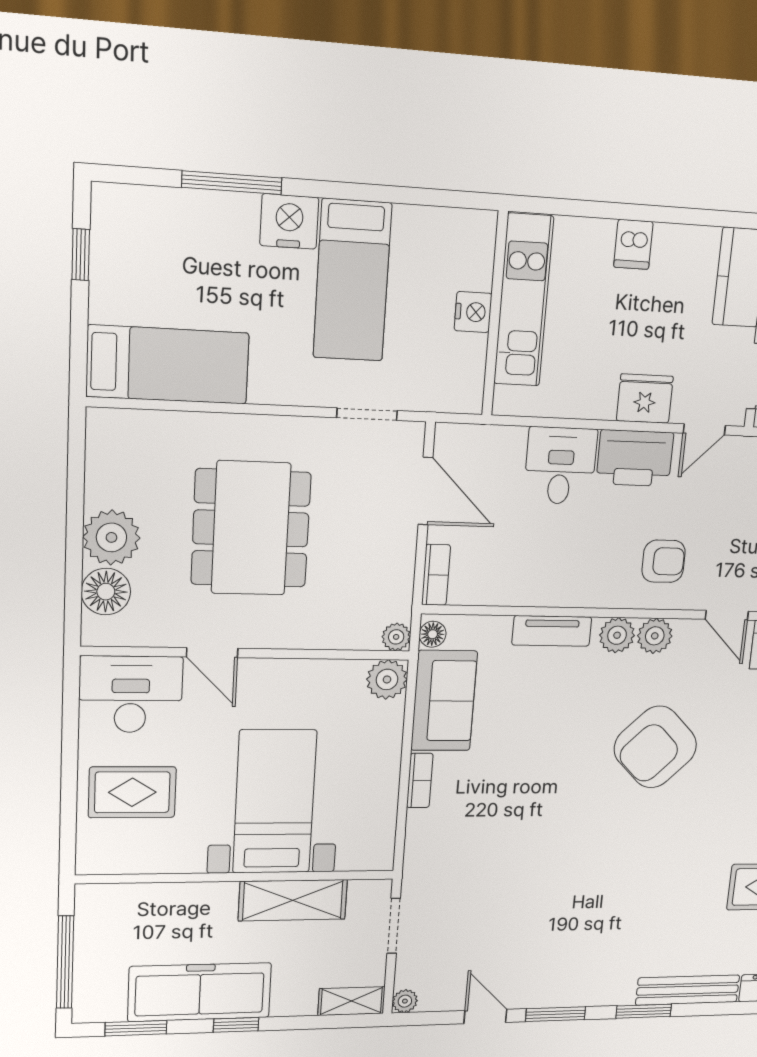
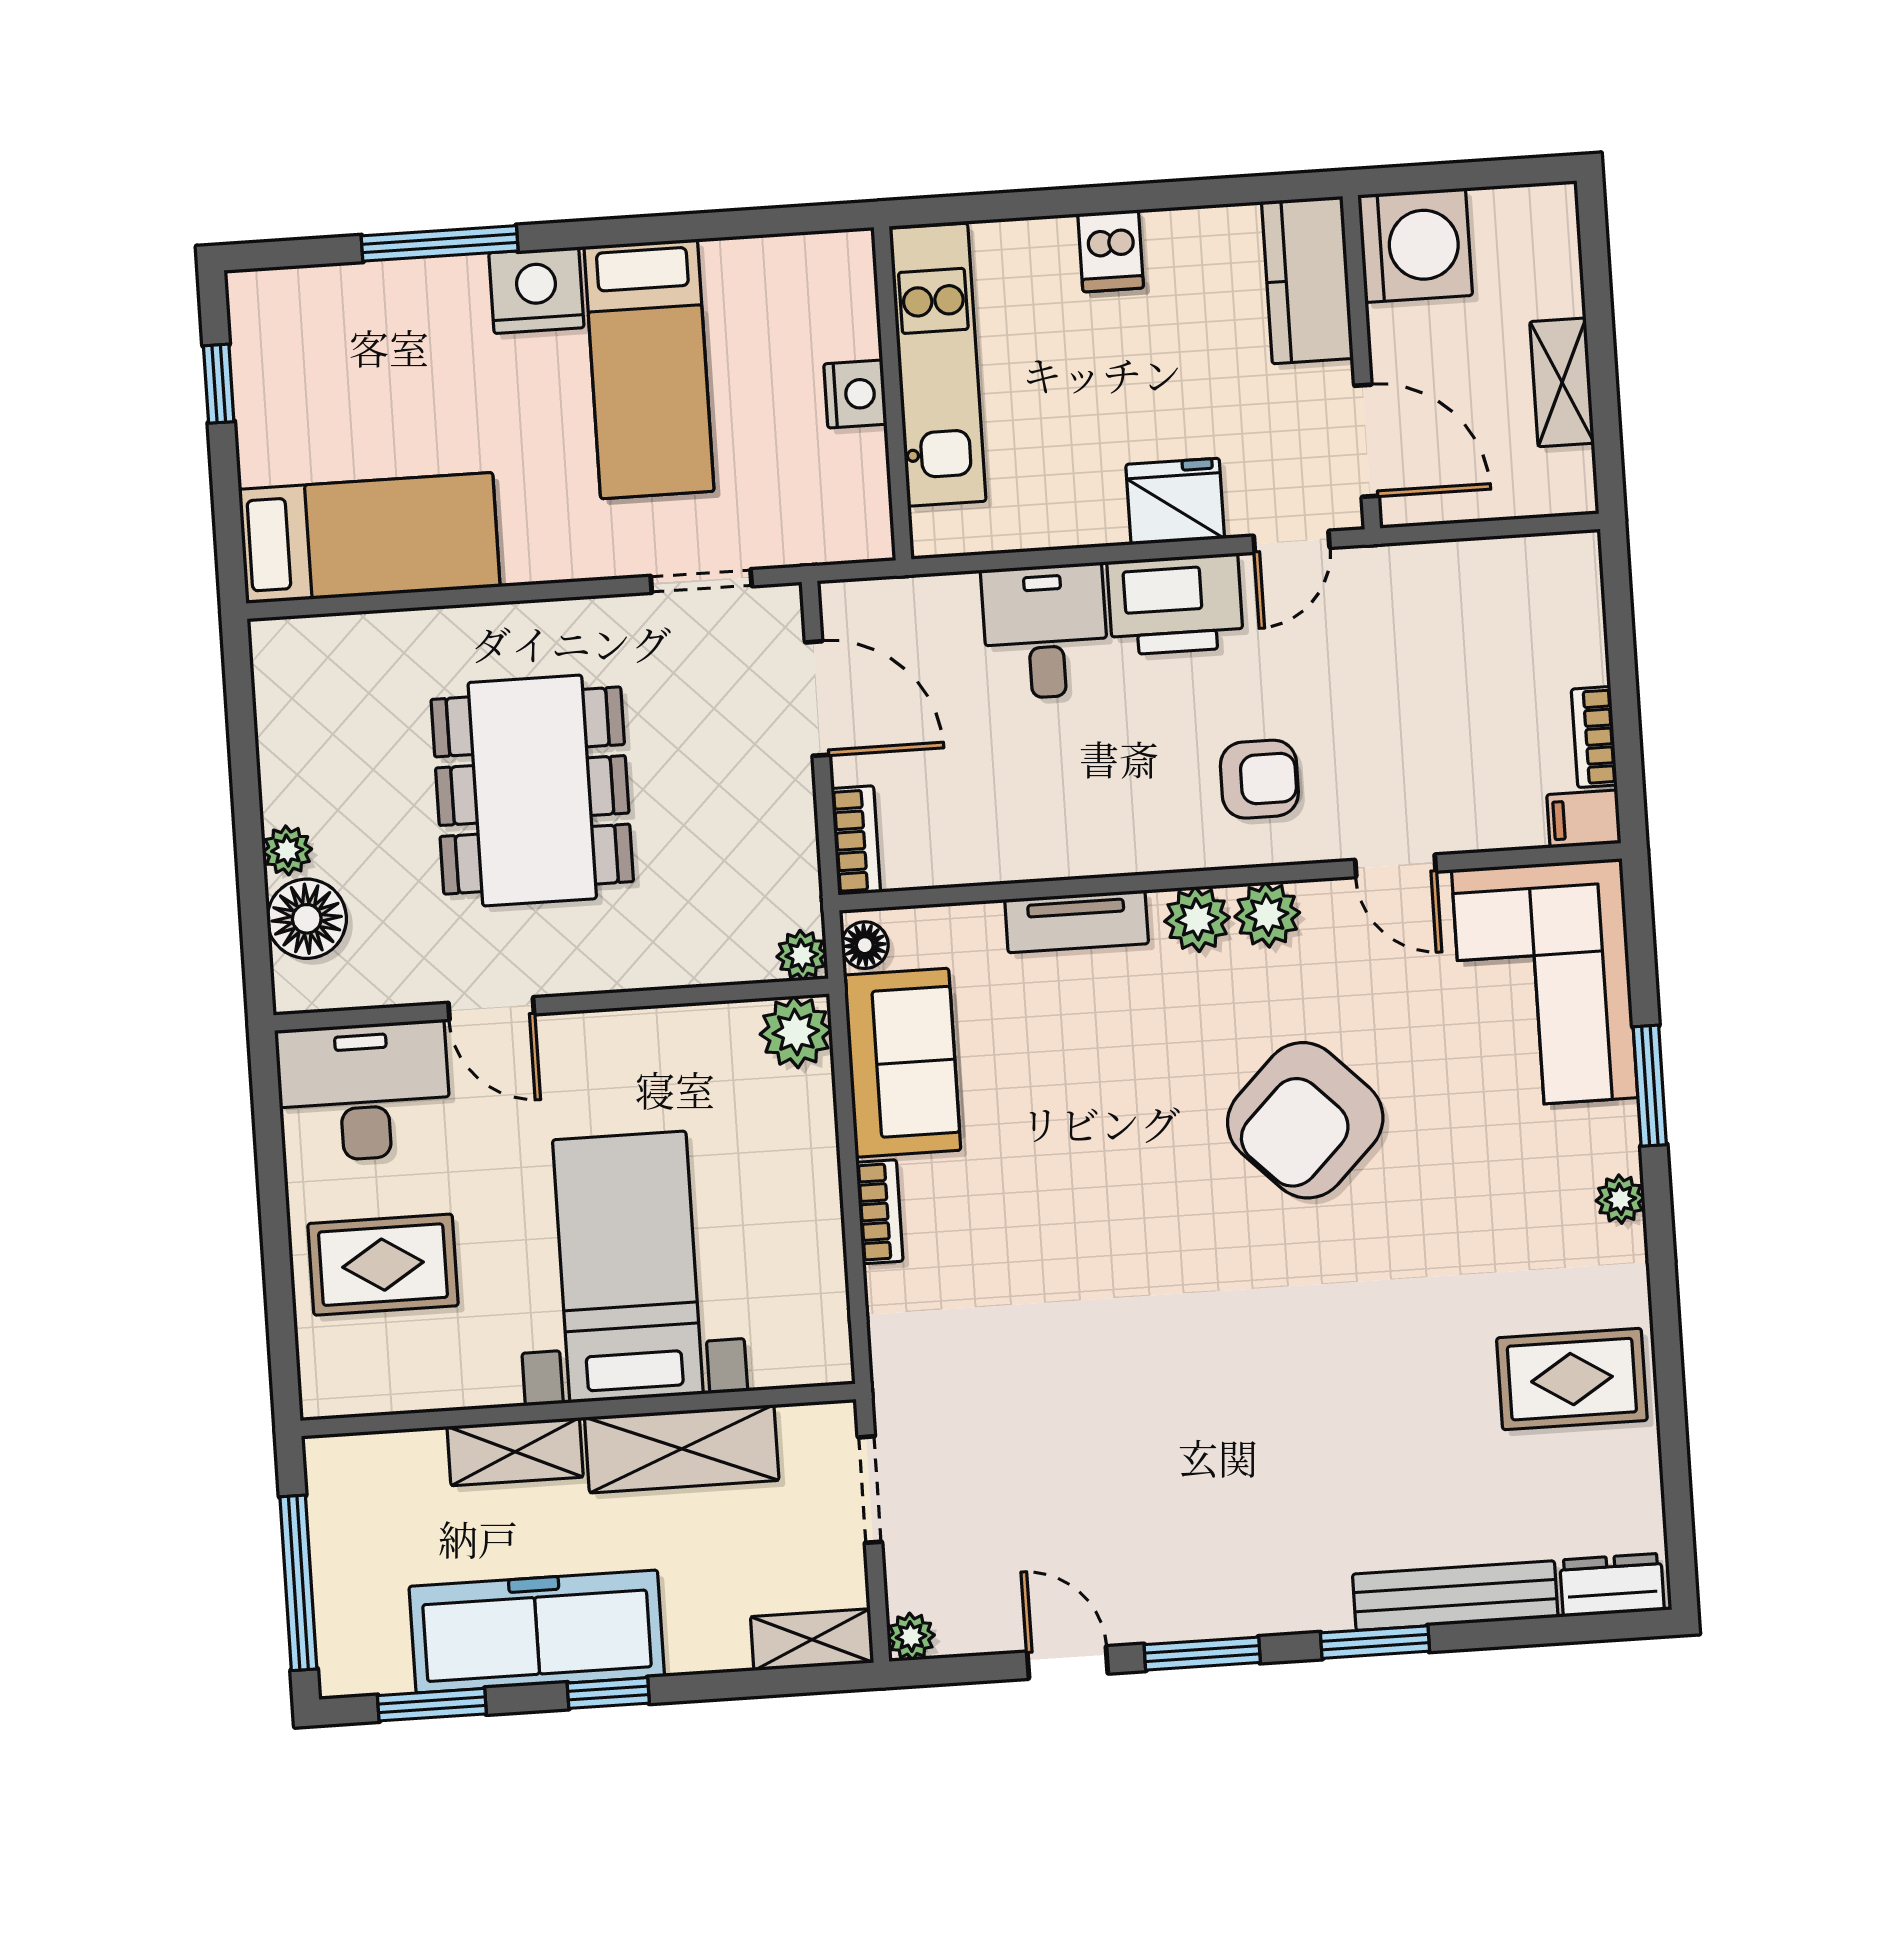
plant: (111, 537) -> (287, 850), width x0.53, depth x0.53
shelving: (198, 898) -> (515, 1452), added

